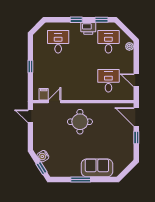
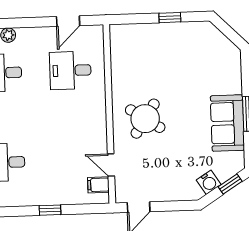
door: (136, 117) -> (133, 19), removed
round table: (80, 122) -> (145, 119), turned 33
sofa: (97, 168) -> (227, 123), moved

